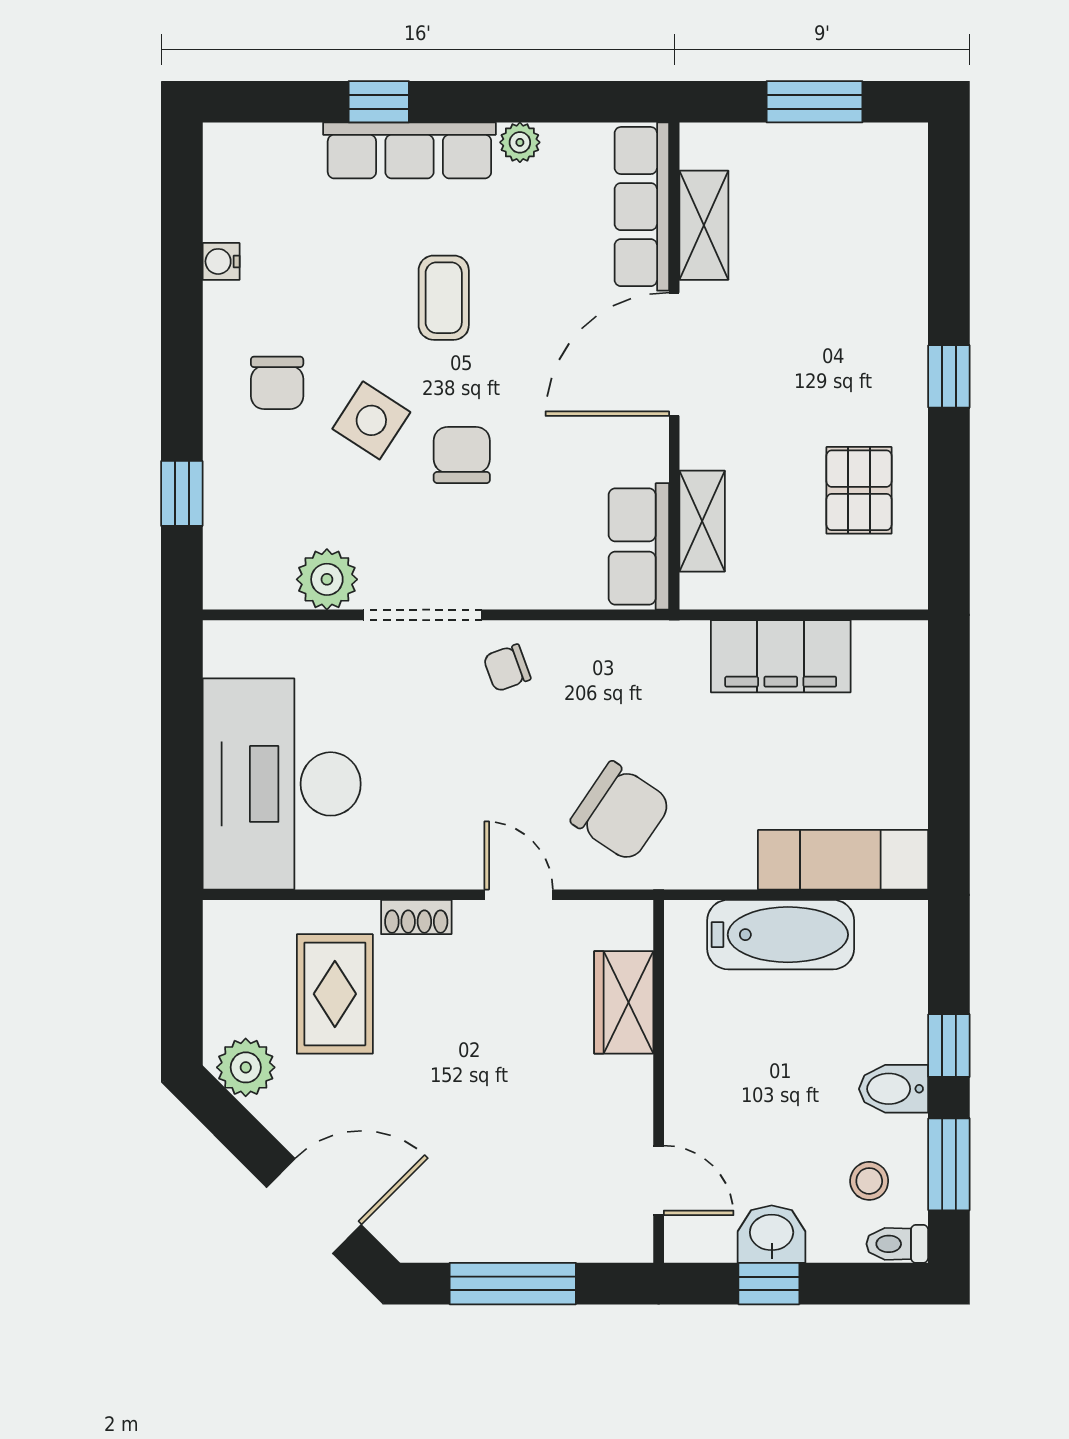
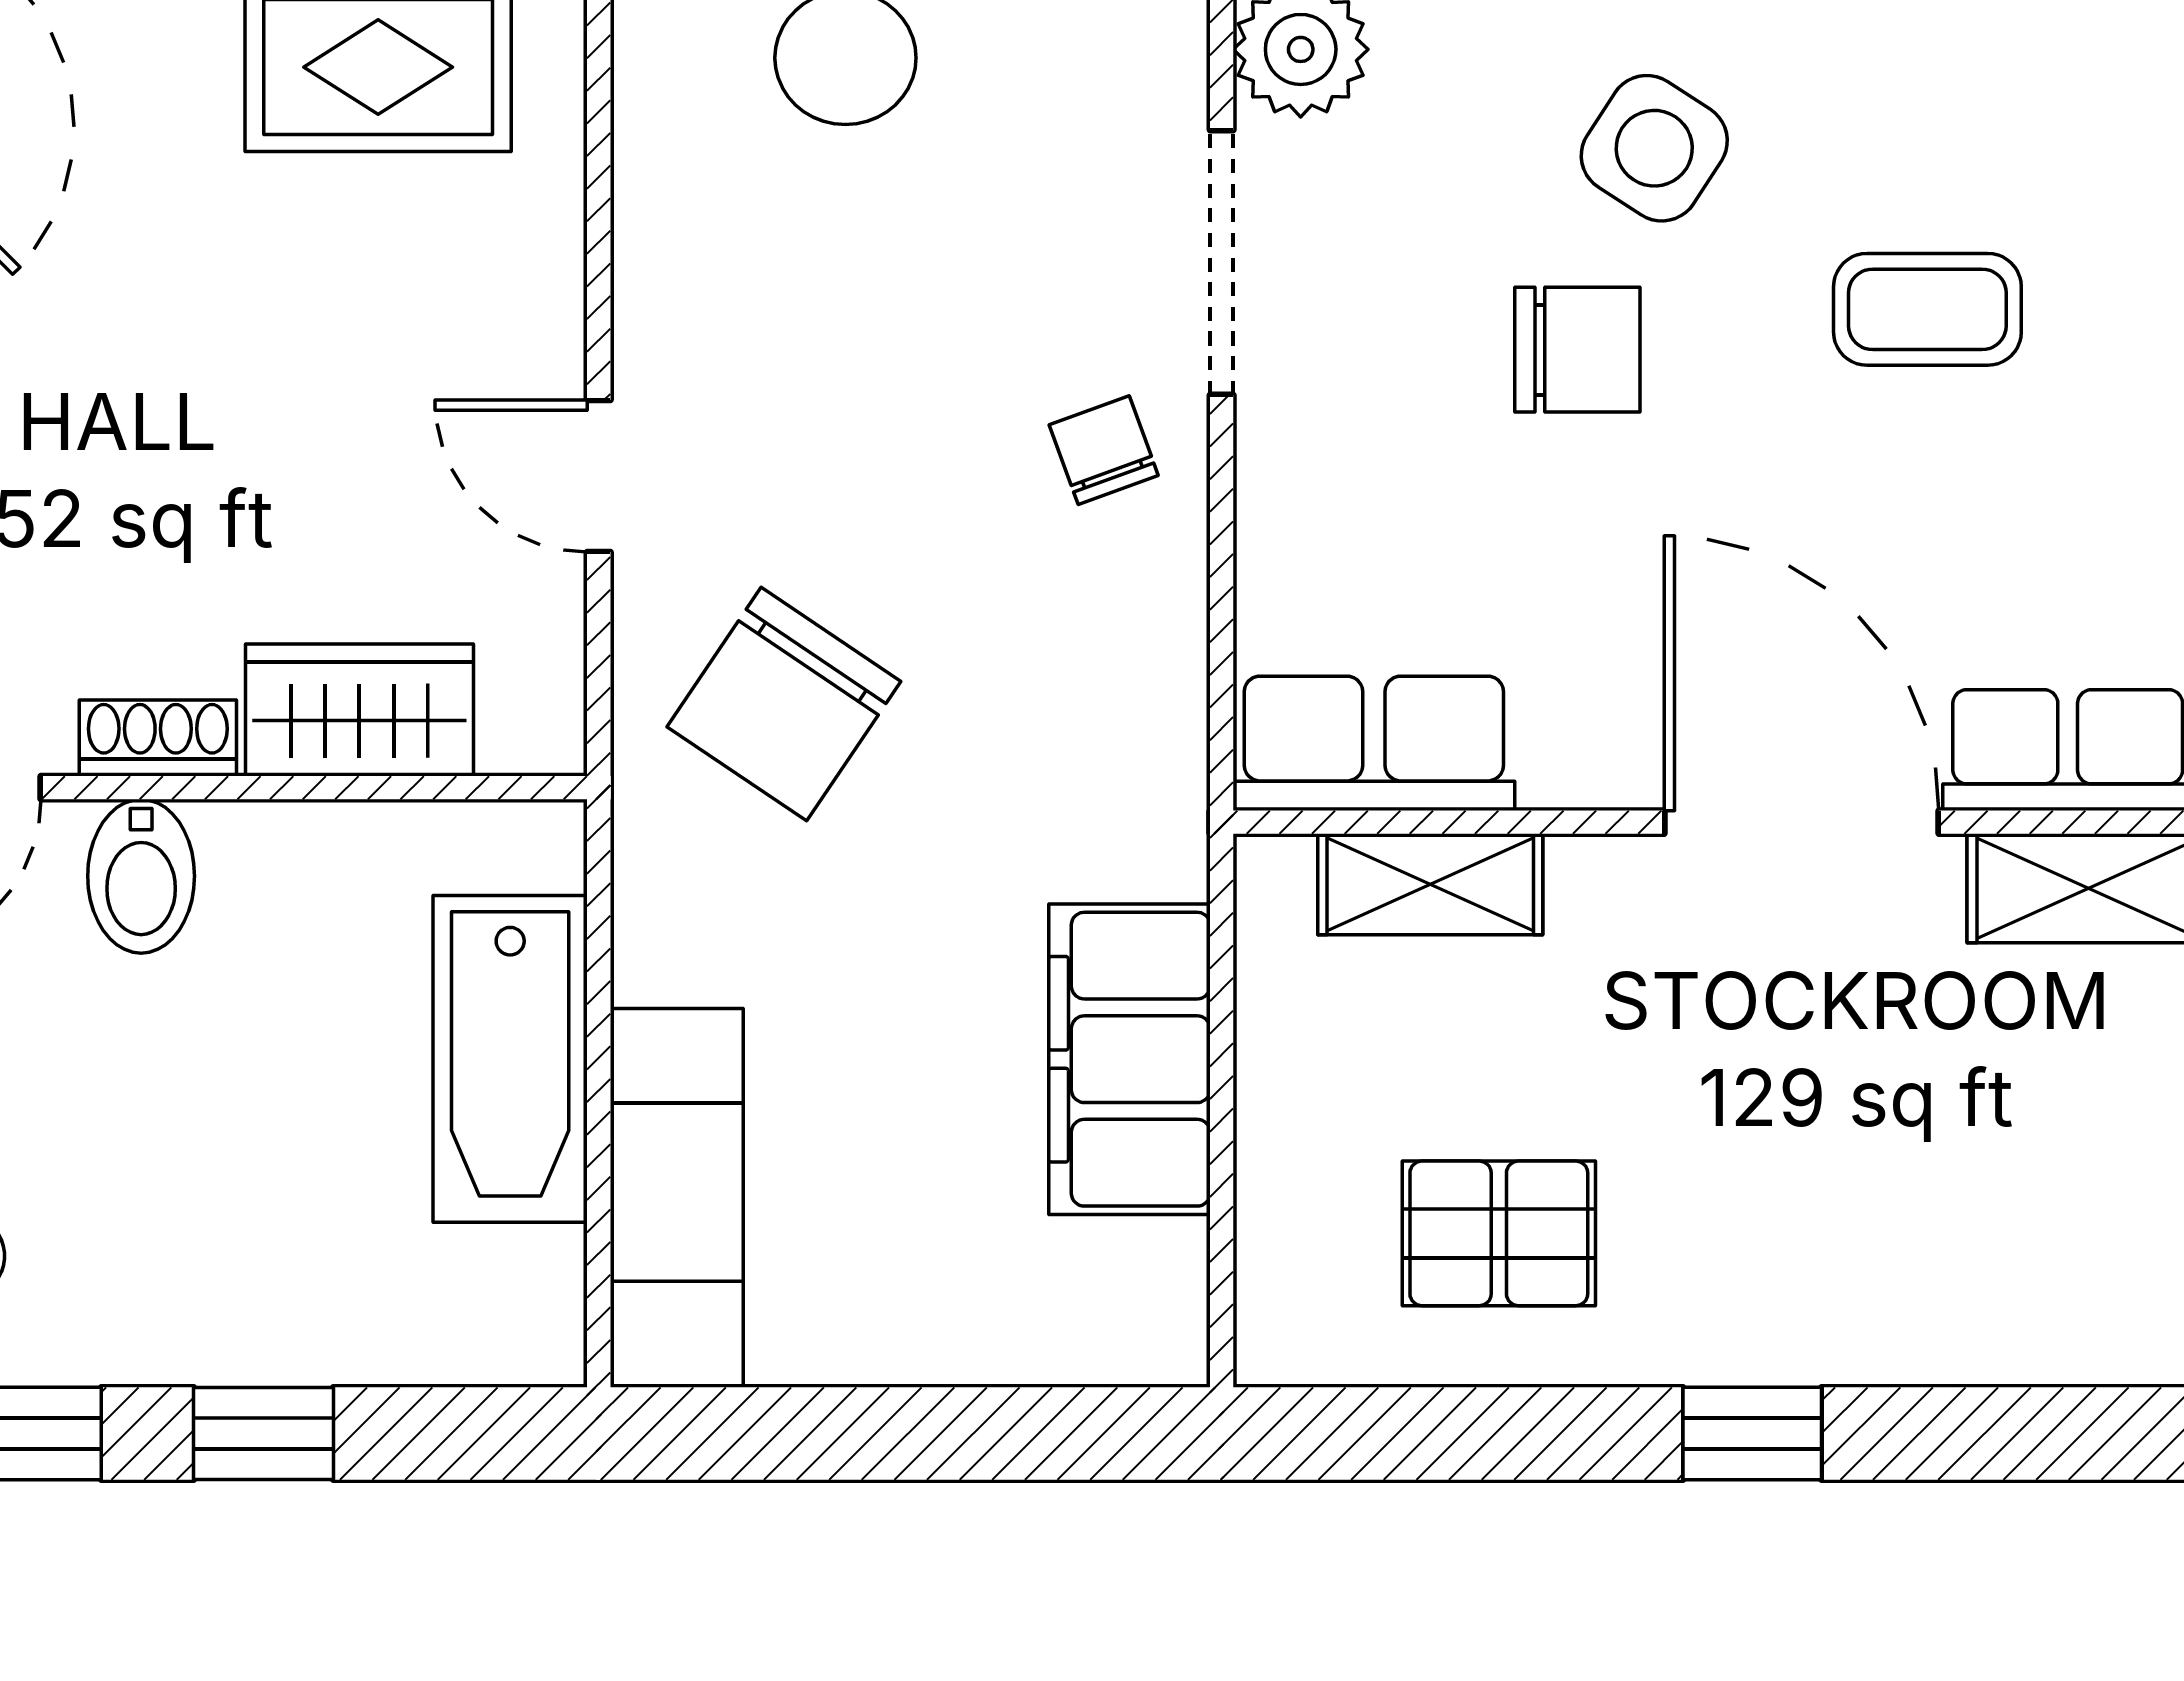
door: (519, 895) -> (599, 476), swing flipped
shoe rack: (416, 917) -> (158, 738), moved, turned 90
bidet: (894, 1089) -> (141, 876), moved, turned 180

